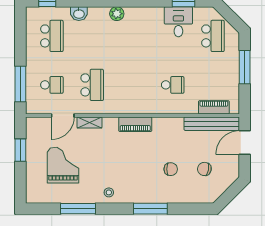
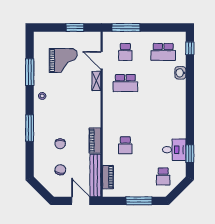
plant: (117, 14) -> (180, 102), removed
school desk: (213, 36) -> (163, 176), width x0.54
piano: (135, 124) -> (95, 141), moved

